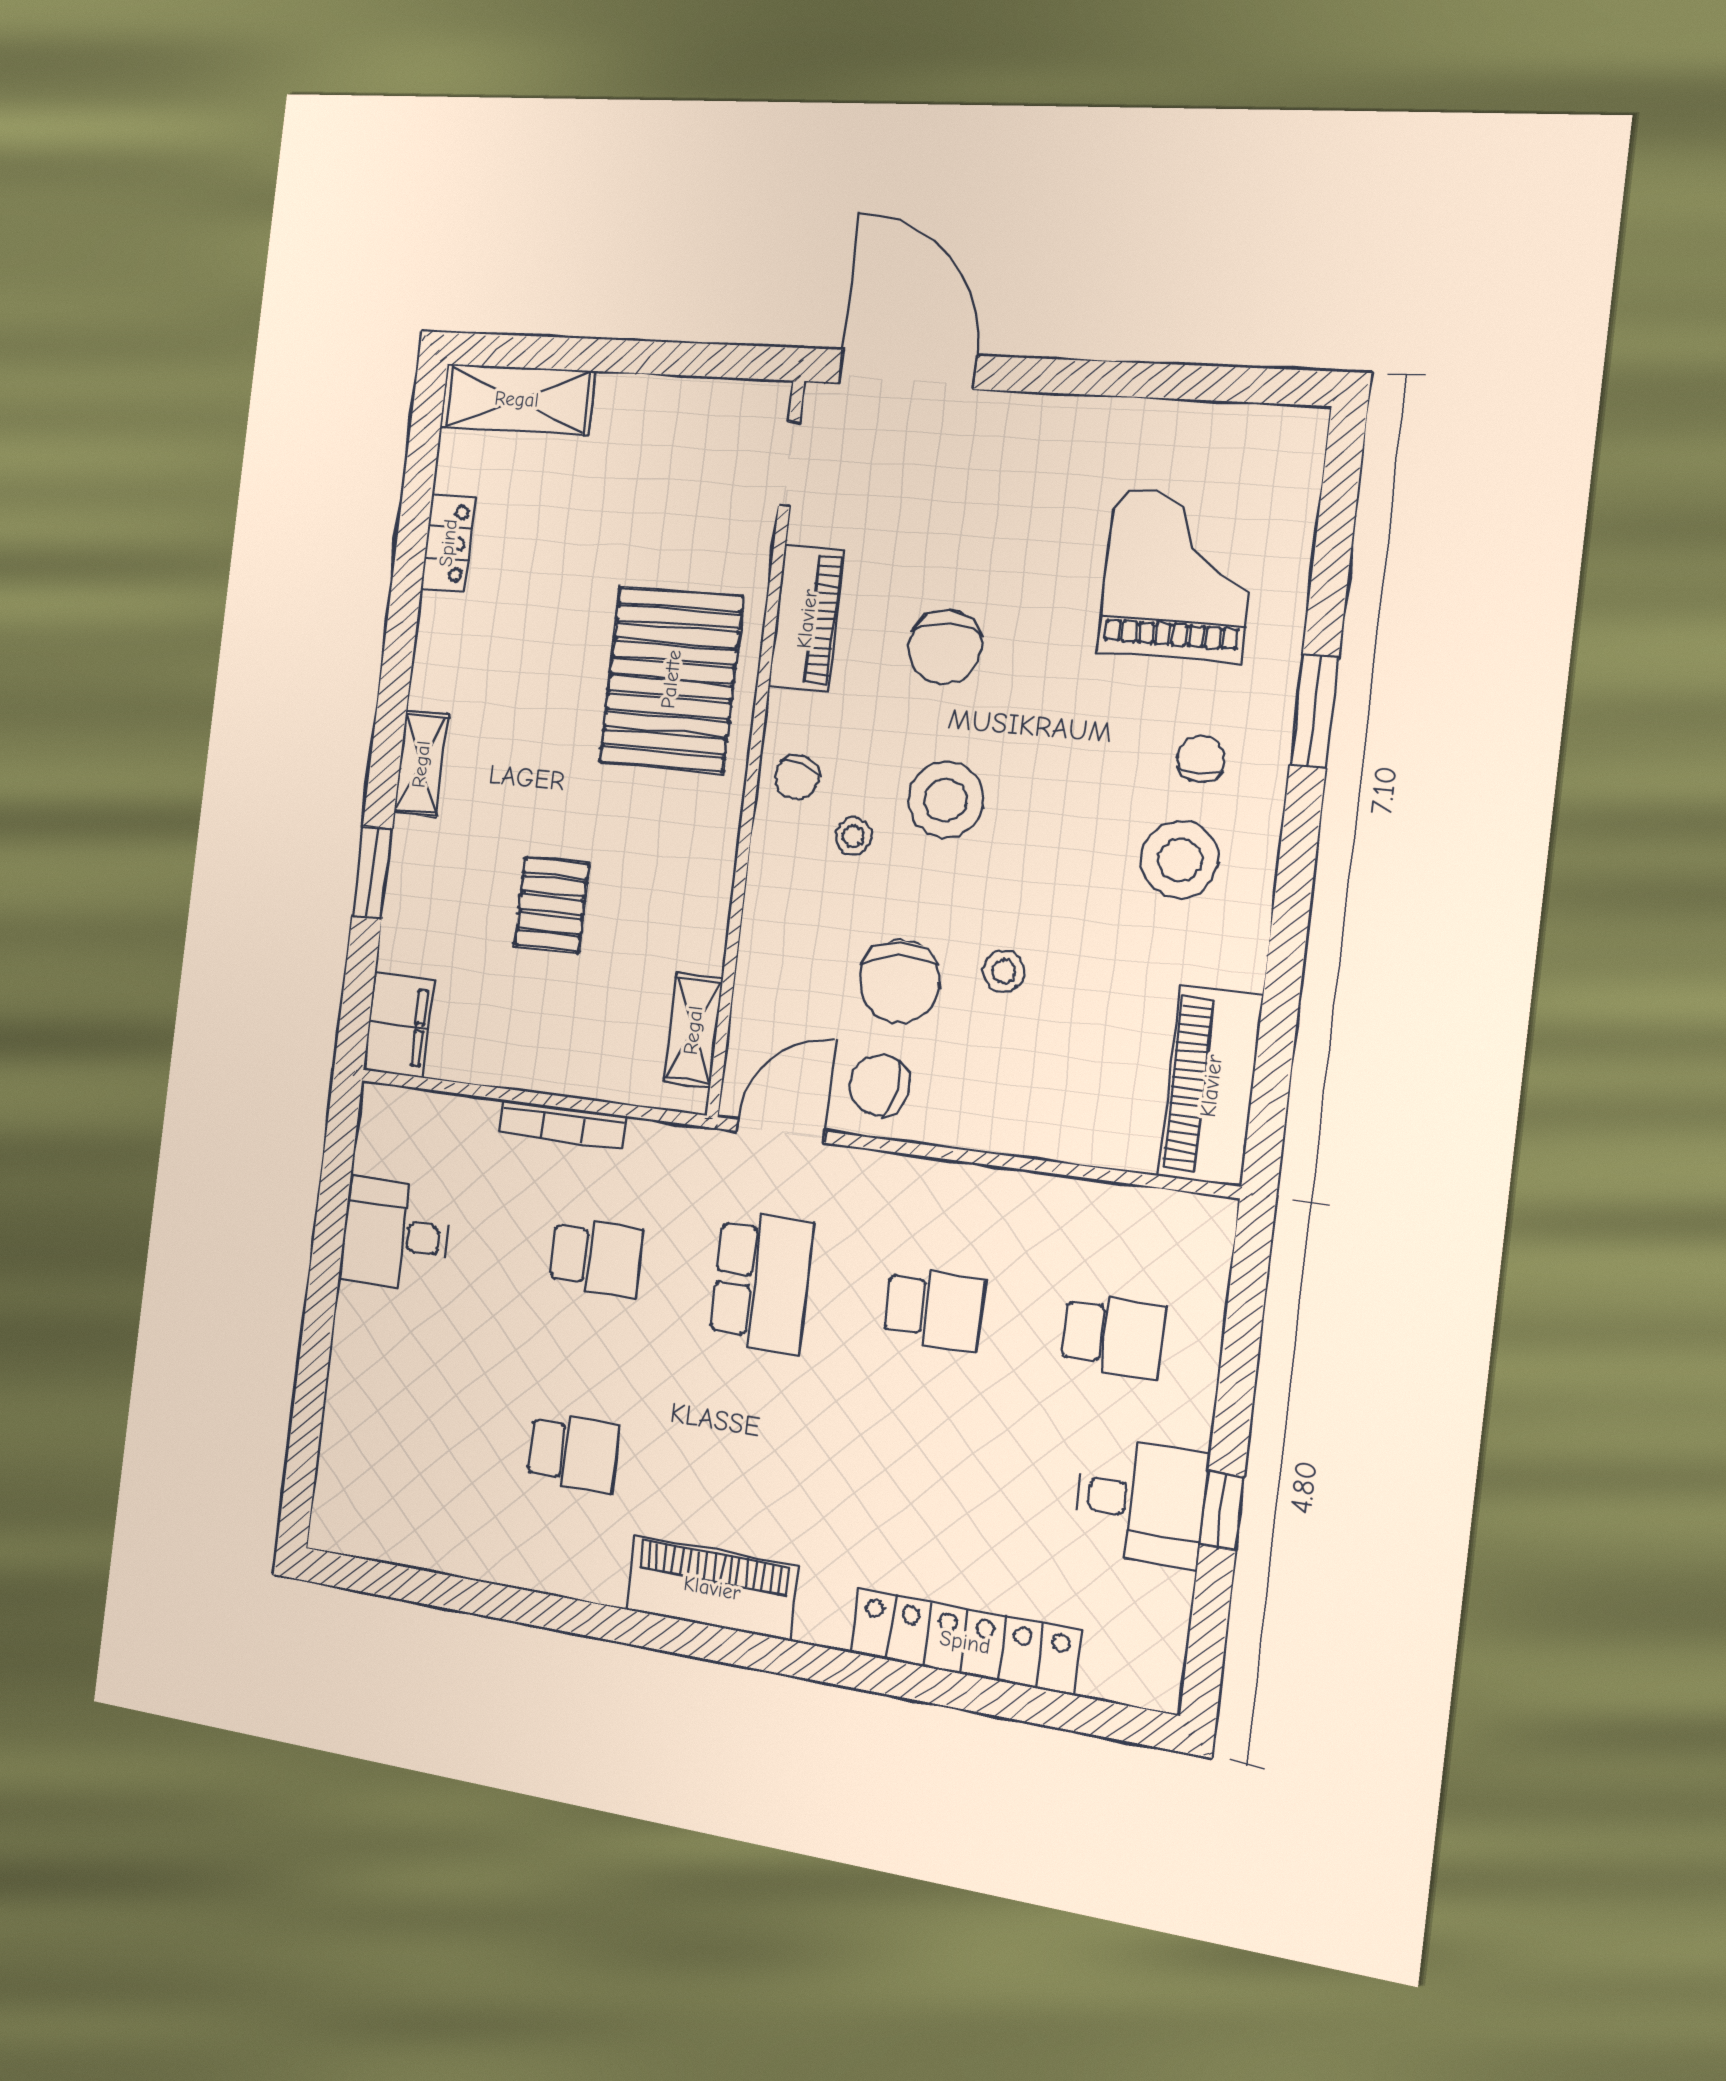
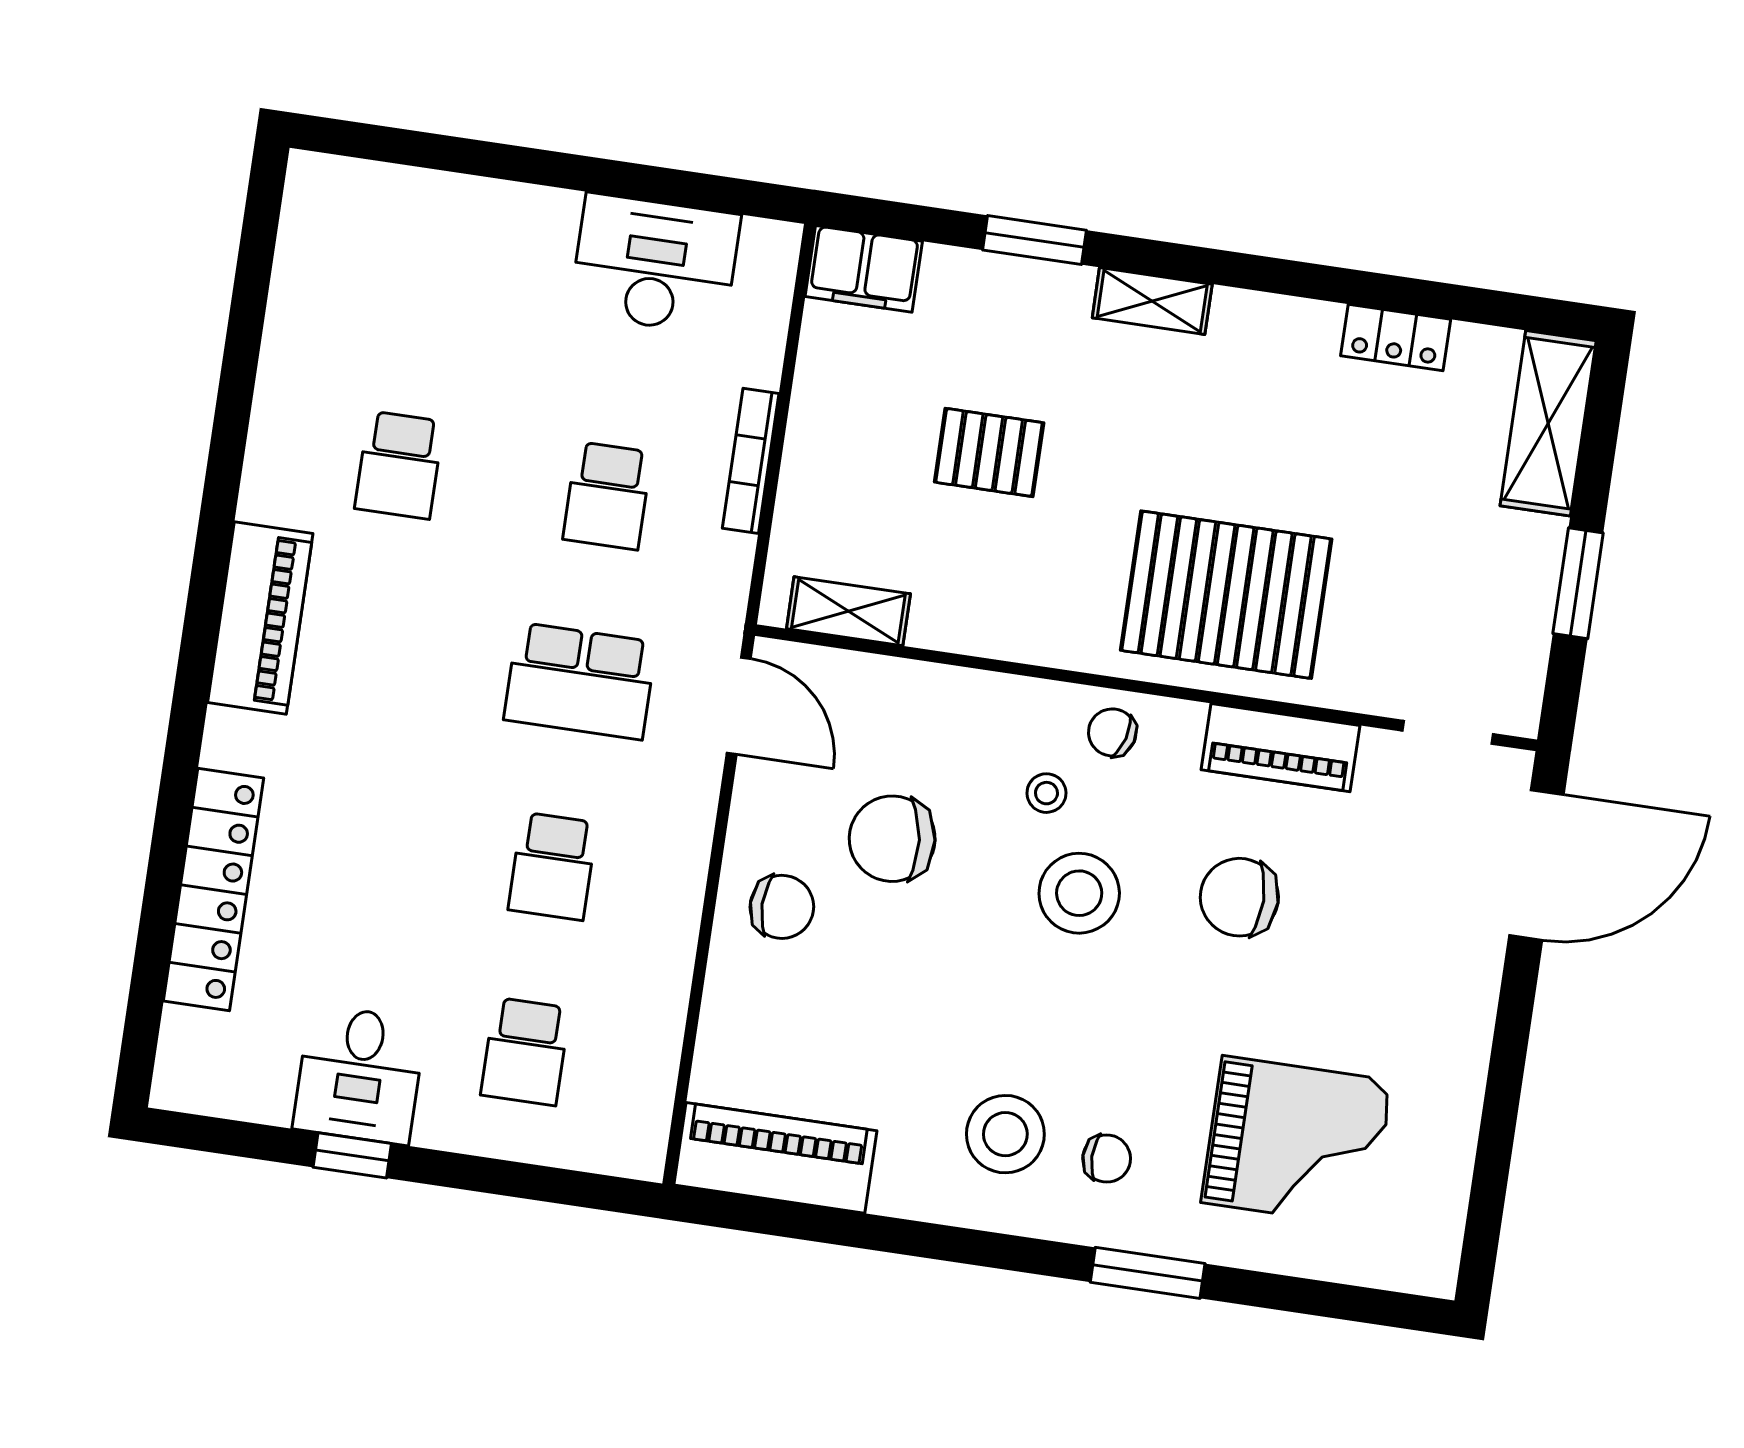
window: (654, 358) -> (1578, 583), added
stool: (1004, 971) -> (899, 950), removed
chair: (879, 1085) -> (782, 907), moved, turned 79
desk: (395, 1235) -> (655, 264), width x1.37

